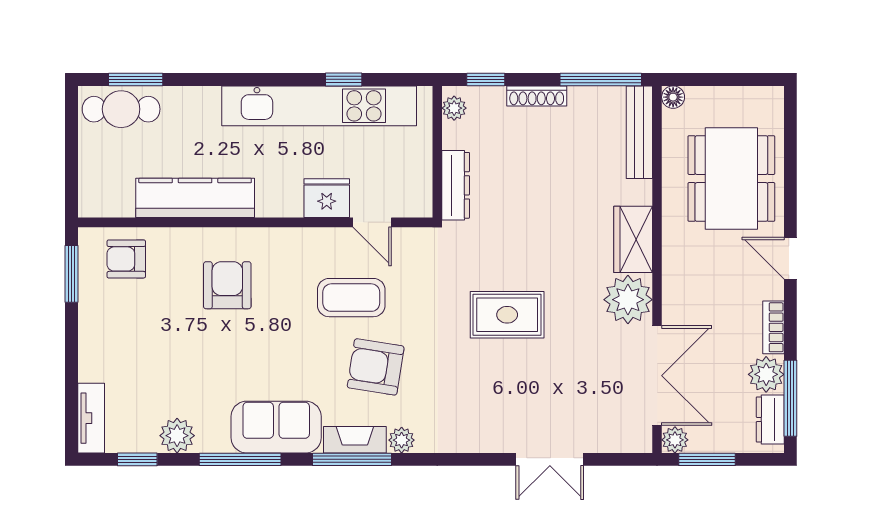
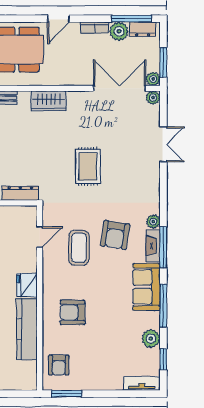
fridge: (327, 198) -> (27, 285), moved
plant: (628, 300) -> (153, 98), moved, width x0.53, depth x0.53

